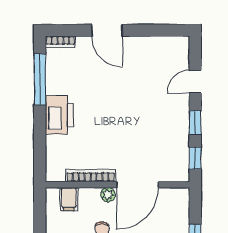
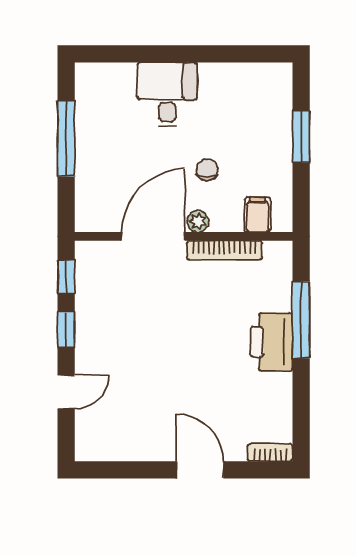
window: (40, 79) -> (301, 320), moved

